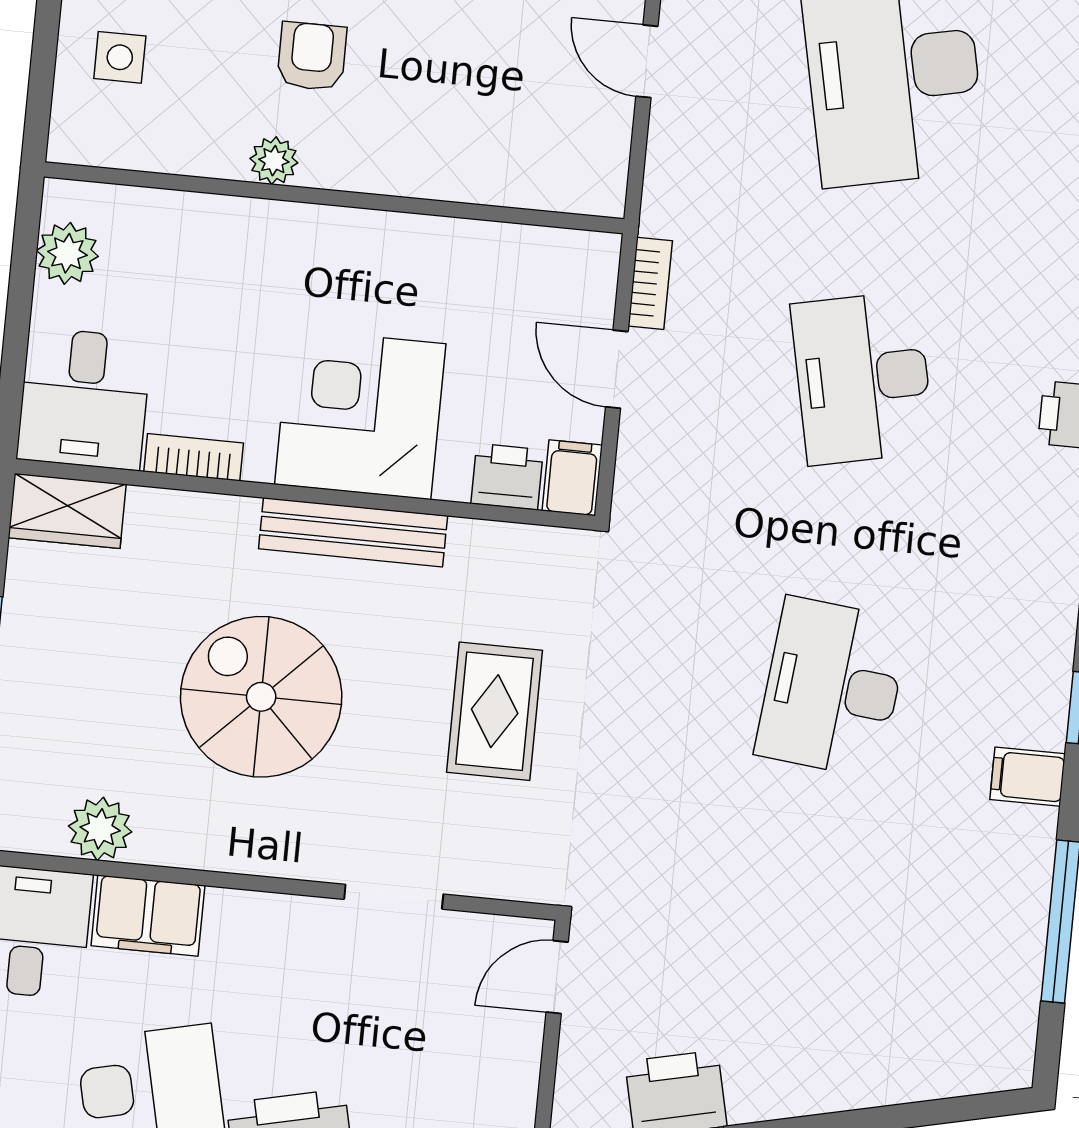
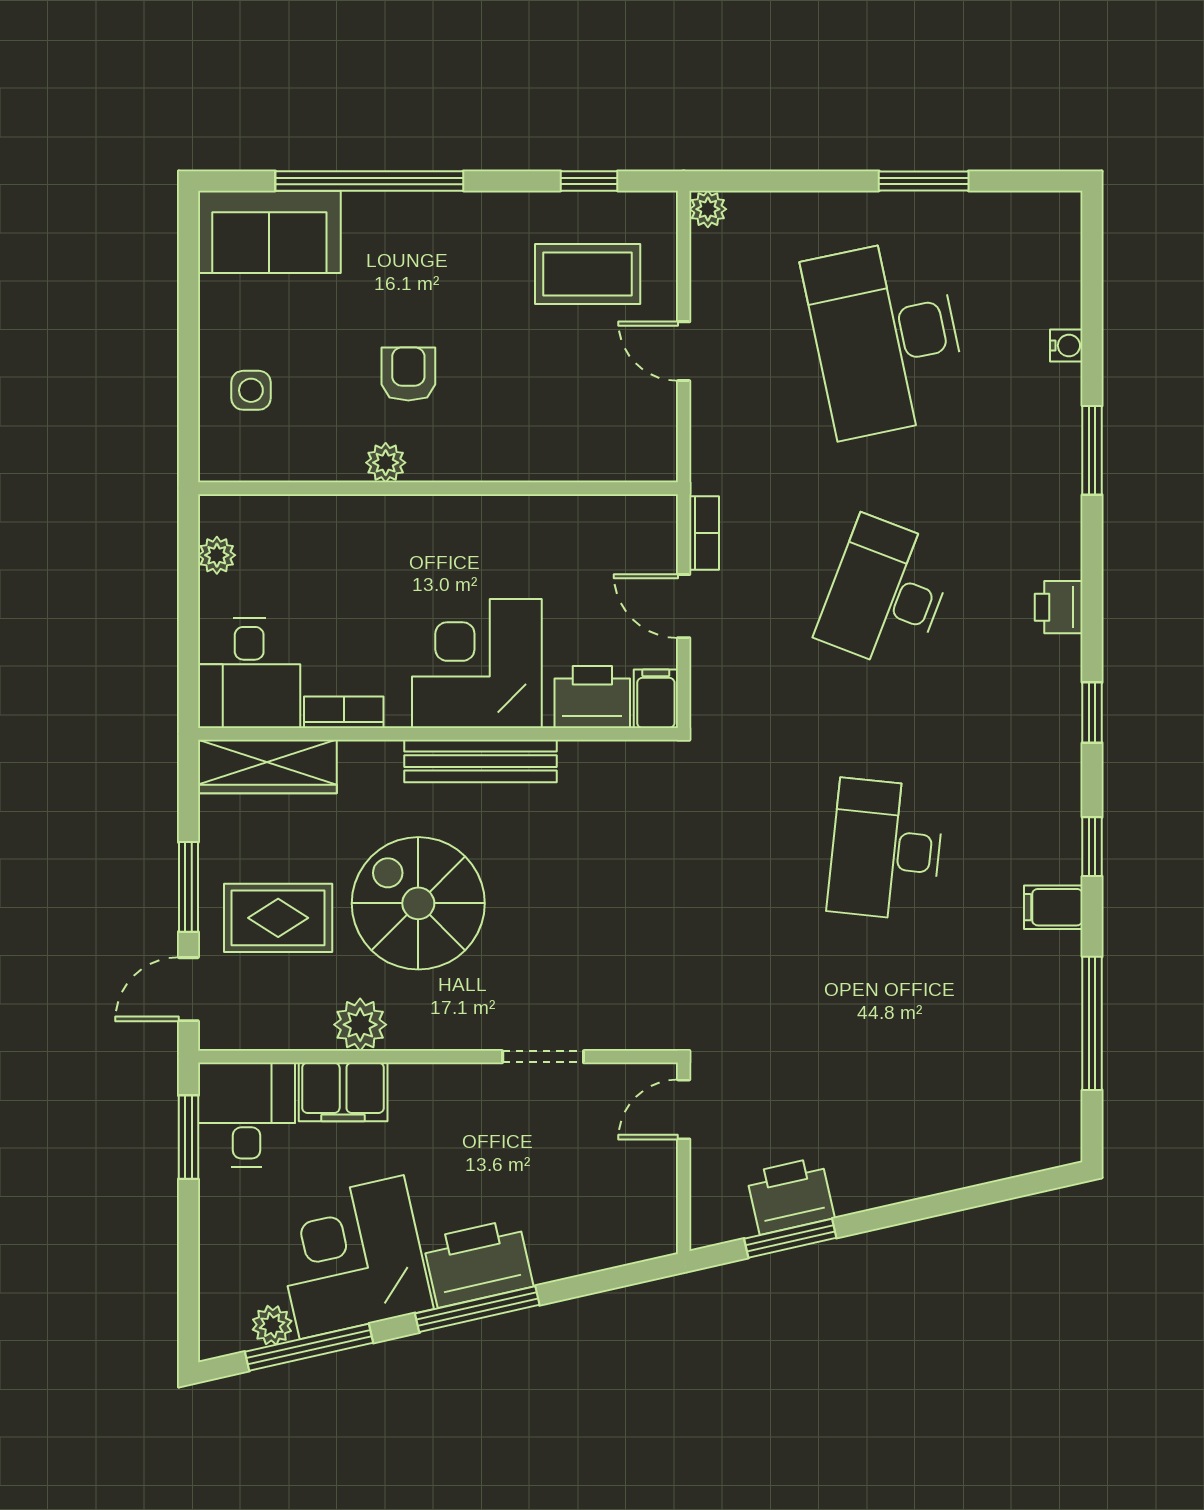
plant: (67, 253) -> (217, 555), width x0.73, depth x0.73
desk: (863, 378) -> (886, 594), turned 33
printer: (507, 477) -> (592, 697), width x1.36, depth x1.24
wardrobe: (67, 511) -> (267, 767), width x1.50
rug: (495, 711) -> (278, 918), moved, turned 90
plant: (100, 829) -> (360, 1025), moved

